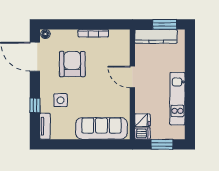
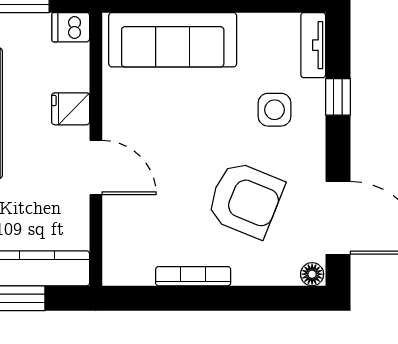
armchair: (72, 64) -> (245, 200), turned -68
fridge: (143, 120) -> (71, 109), moved

